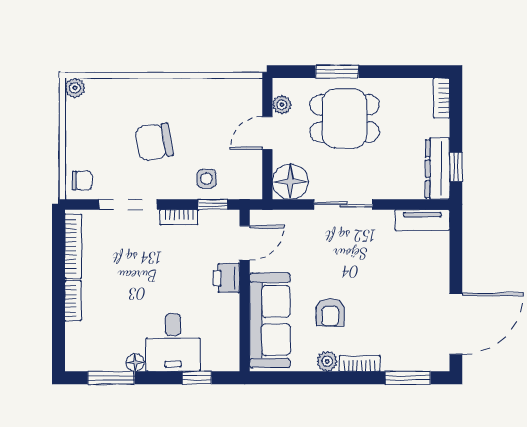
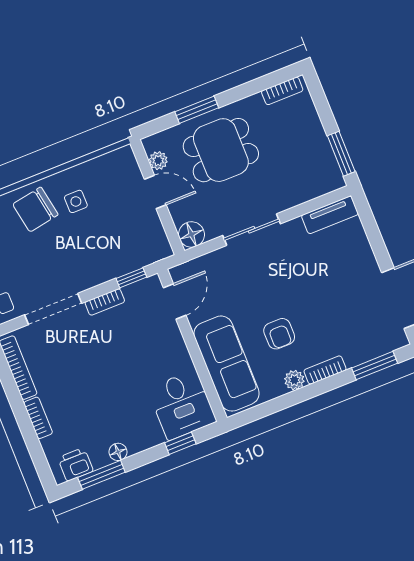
bookcase: (442, 98) -> (282, 91), moved, turned -90
door: (267, 133) -> (155, 192), swing flipped
chair: (154, 142) -> (35, 209), moved
window: (456, 167) -> (341, 154), width x1.50
dresser: (438, 169) -> (325, 162), removed
side table: (207, 179) -> (76, 201), moved
floor lamp: (290, 182) -> (191, 234), width x0.73, depth x0.73
printer: (226, 278) -> (75, 464), moved, turned 90
desk: (173, 342) -> (182, 405), moved

